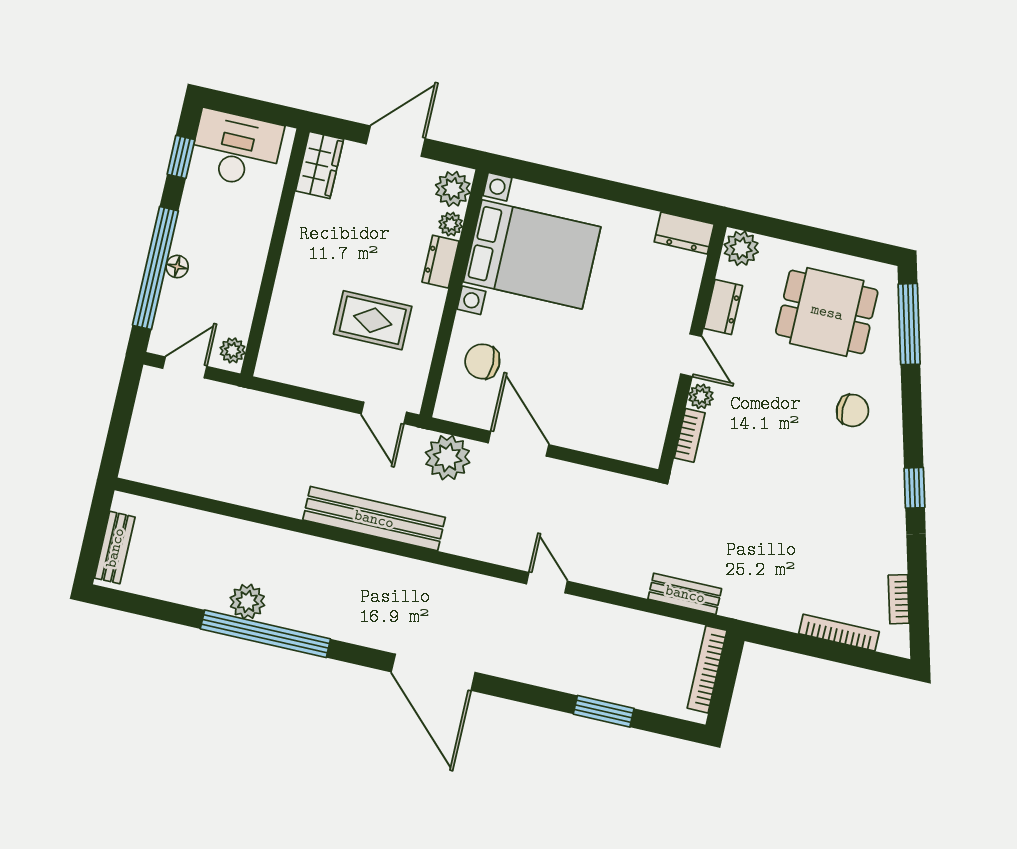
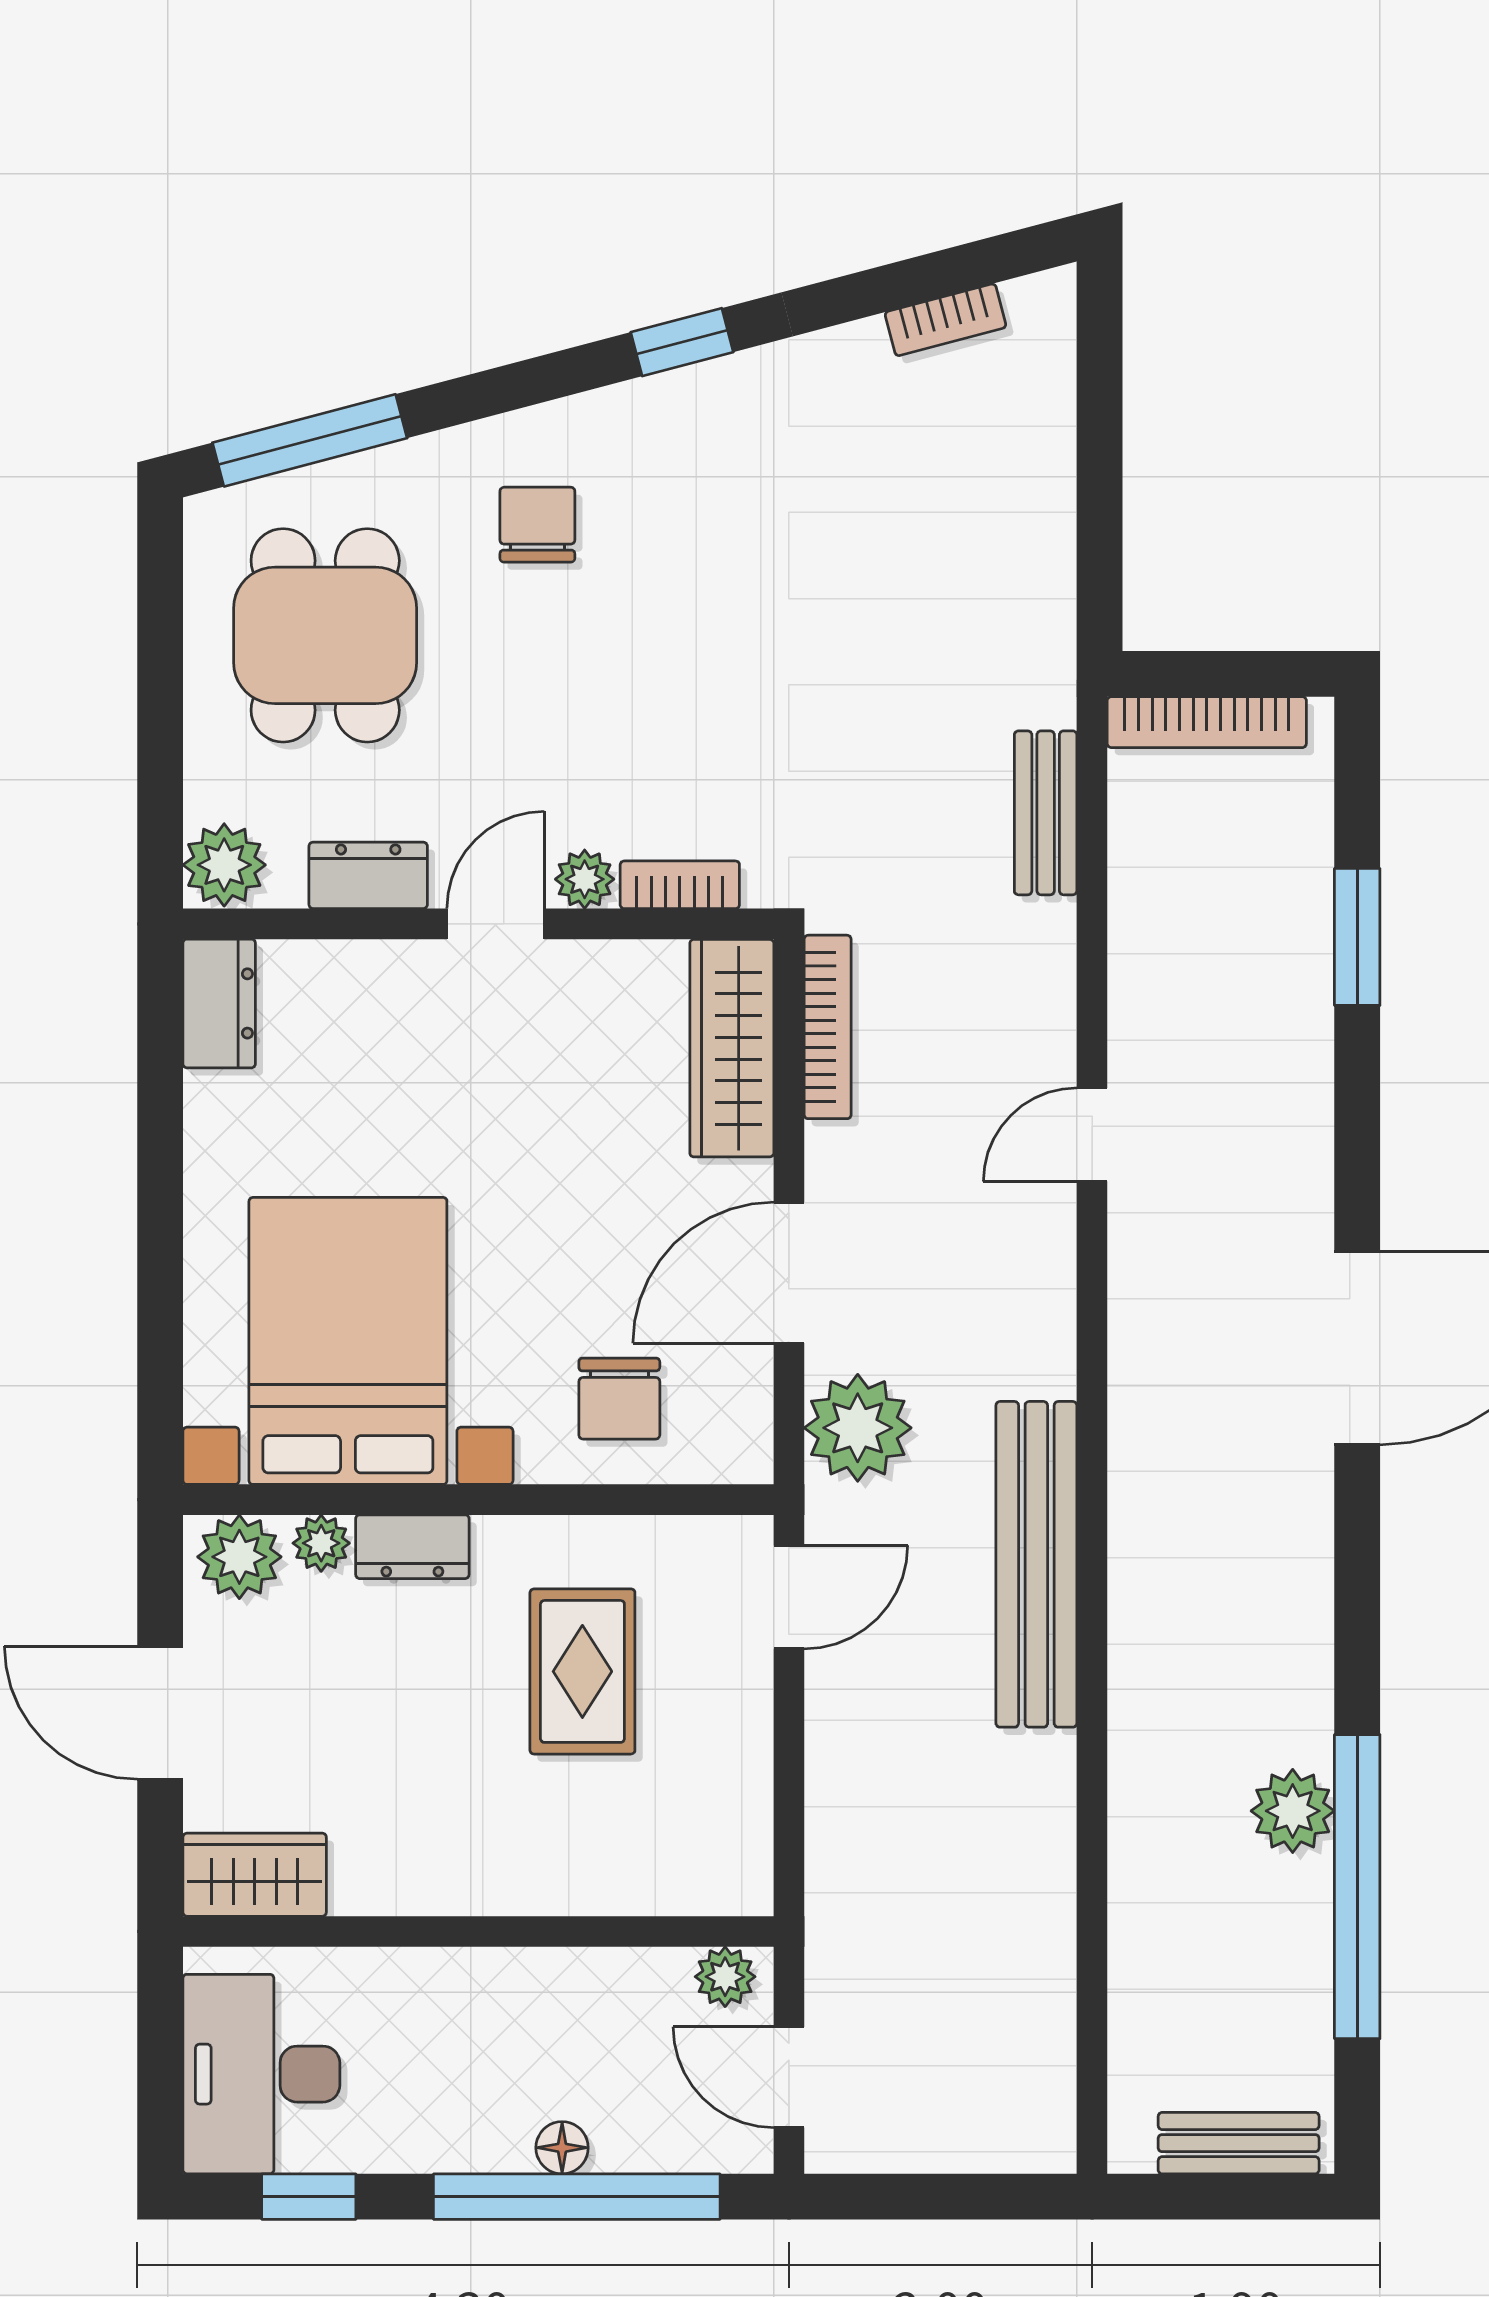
wardrobe: (617, 441) -> (732, 1048), added
bookcase: (839, 633) -> (828, 1027), moved, turned 180
window: (265, 634) -> (1357, 1887), moved

